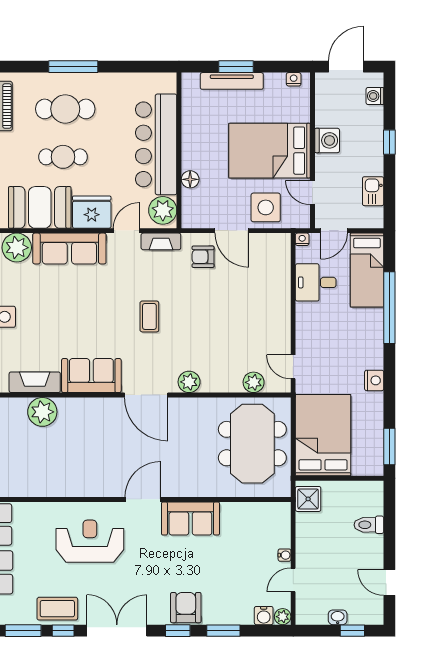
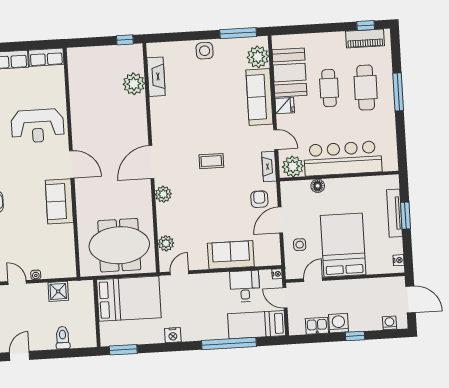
washing machine: (327, 140) -> (338, 323), moved, turned 180
side table: (266, 207) -> (300, 245), width x0.54, depth x0.54
fridge: (92, 212) -> (285, 106), width x0.53, depth x0.75
sofa: (91, 376) -> (231, 255), moved, turned -90
shower: (308, 499) -> (58, 291), moved
reception desk: (90, 541) -> (38, 126), turned 90

